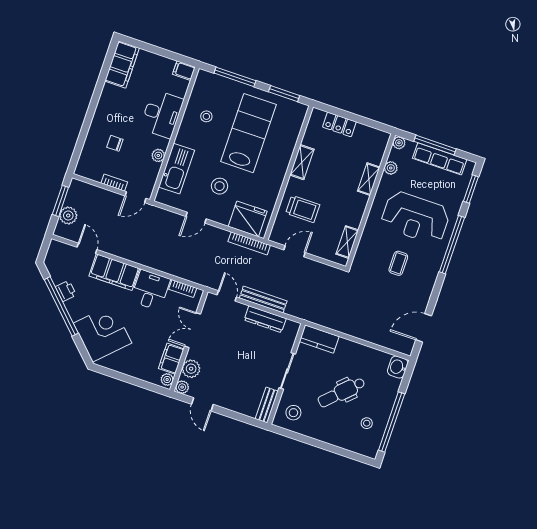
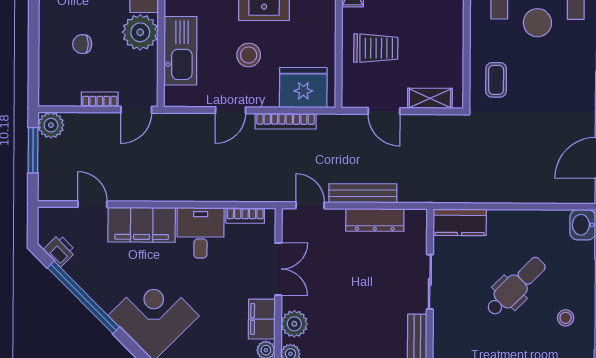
plant: (158, 155) -> (140, 32), width x1.87, depth x1.87
plant: (68, 216) -> (51, 125), moved
shelving: (347, 242) -> (430, 98), moved, turned 90
bookcase: (249, 243) -> (286, 121), moved
door: (295, 251) -> (384, 111), swing flipped
coffee table: (398, 263) -> (496, 80), moved
printer: (66, 291) -> (60, 250), moved
double door: (193, 330) -> (278, 269), swing flipped
dental chair: (341, 392) -> (516, 286), turned 180
stool: (293, 413) -> (458, 337), removed

